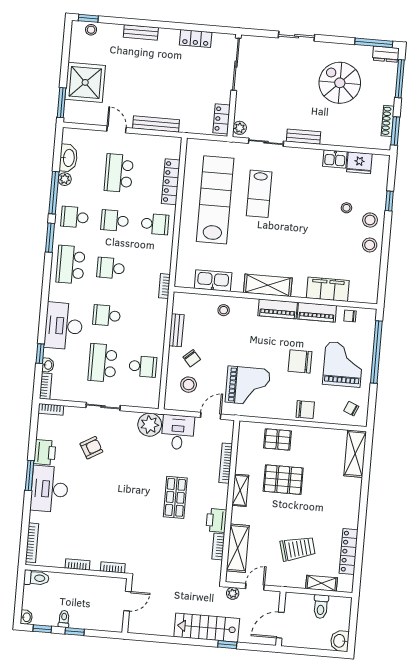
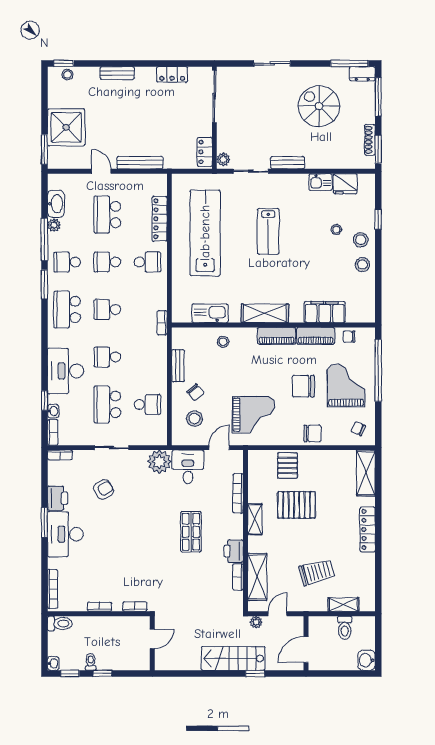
lab bench: (259, 194) -> (268, 231), moved
pallet: (278, 439) -> (288, 466), turned 90
locker: (349, 551) -> (368, 529), moved

